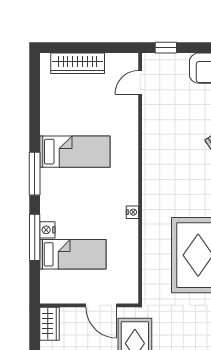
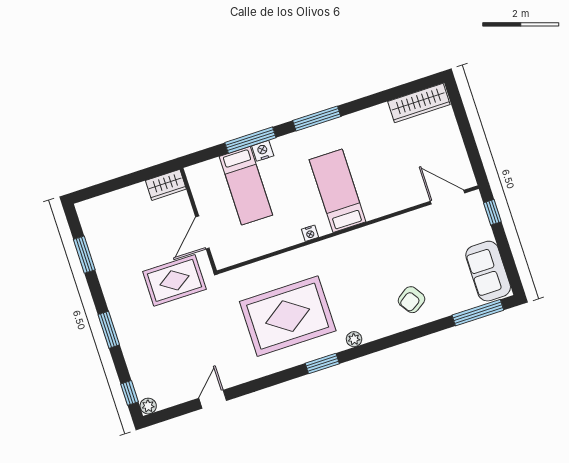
wardrobe: (78, 63) -> (419, 103), moved, turned -90
door: (140, 82) -> (448, 197), width x1.38
bed: (75, 152) -> (338, 191), moved, turned 180

